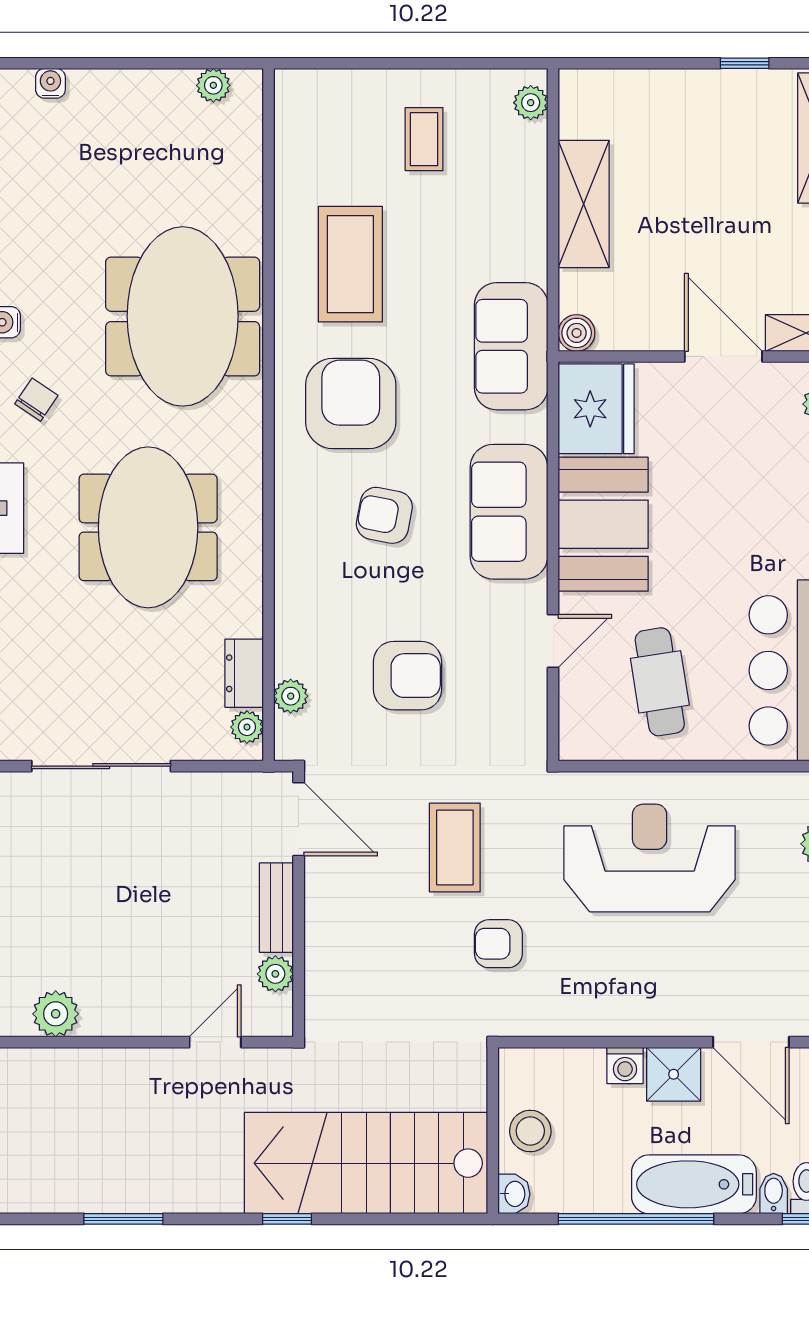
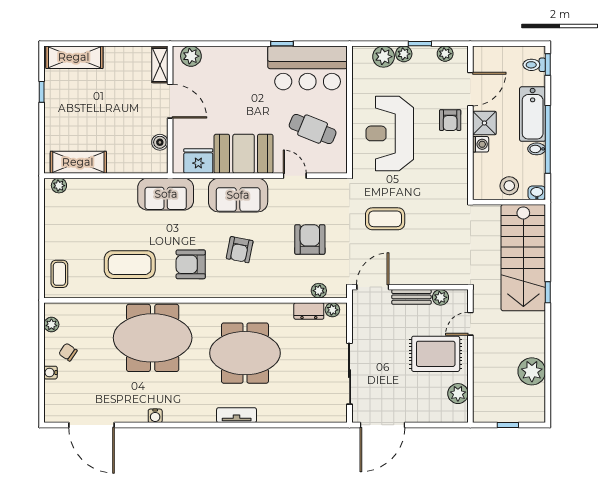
water cooler: (50, 83) -> (51, 373), moved
coffee table: (424, 139) -> (59, 274), moved, turned 90
shelving: (584, 204) -> (78, 162), moved
boiler: (577, 333) -> (160, 142), moved
door: (723, 356) -> (170, 101), swing flipped
chair: (36, 400) -> (68, 352), moved
armchair: (351, 403) -> (191, 264), width x0.73, depth x0.73
fridge: (596, 409) -> (198, 161), width x0.73, depth x0.75
cafe table: (660, 682) -> (313, 129), turned 31
armchair: (498, 944) -> (450, 120), moved
rug: (146, 963) -> (436, 354), added
door: (215, 1042) -> (470, 324), hinge flipped
plant: (106, 1182) -> (532, 371), added
bidet: (774, 1194) -> (537, 149), moved
window: (123, 1219) -> (548, 364), removed

